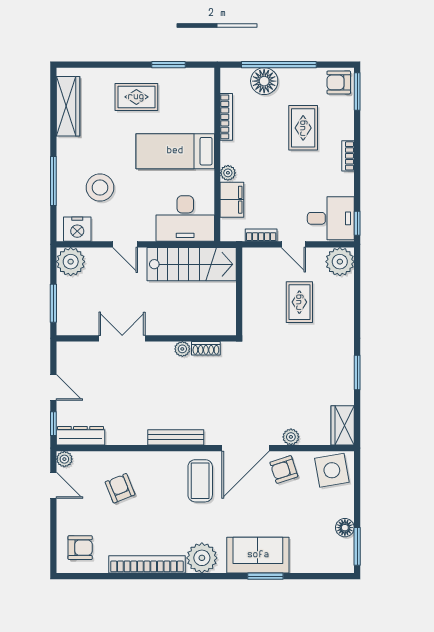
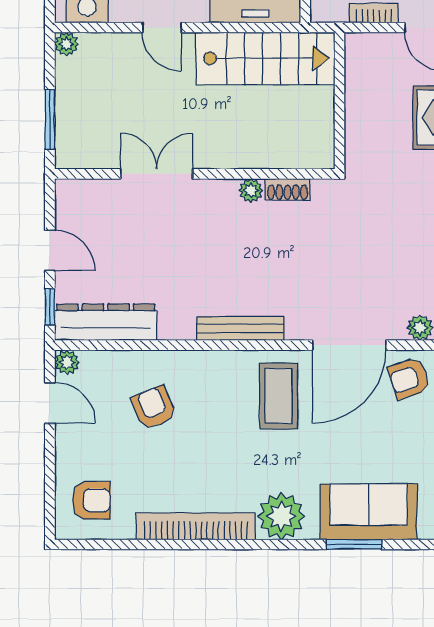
plant: (71, 262) -> (66, 44), width x0.53, depth x0.53
dresser: (80, 436) -> (106, 322), width x1.37, depth x1.24
window: (265, 576) -> (354, 544), moved

